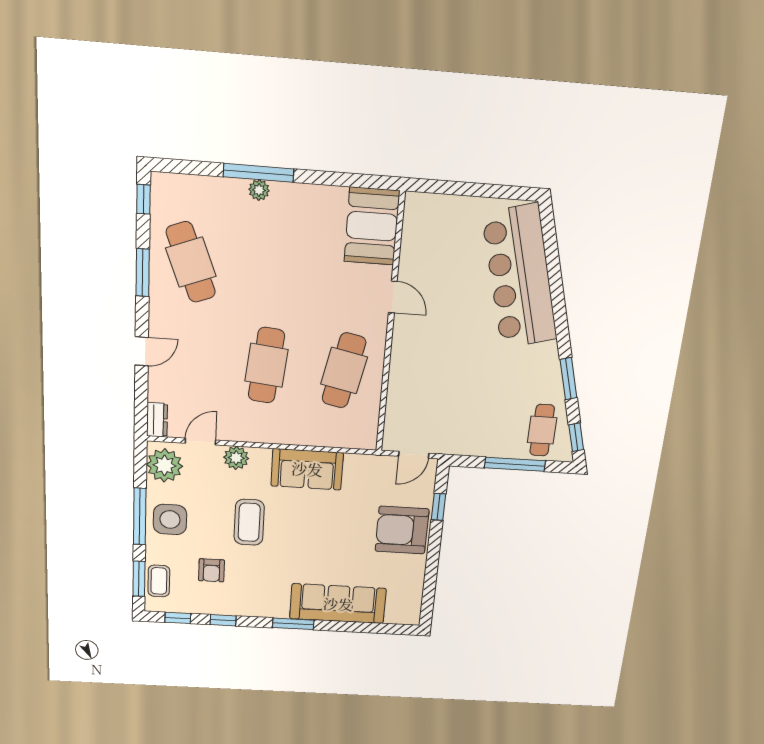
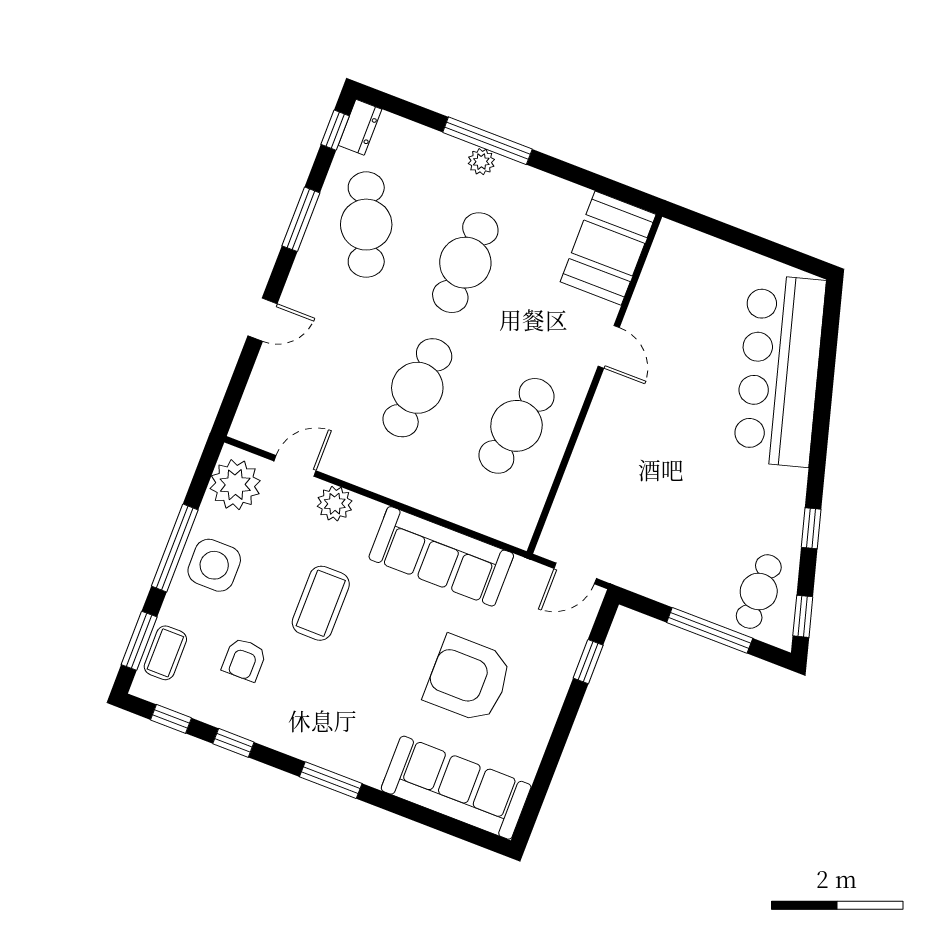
cafe table: (272, 268) -> (465, 263), added
window: (568, 379) -> (811, 528), width x0.67
dresser: (157, 420) -> (360, 127), moved
sofa: (307, 469) -> (441, 556), width x1.36
armchair: (402, 530) -> (468, 679), moved
sofa: (338, 604) -> (456, 788), moved

